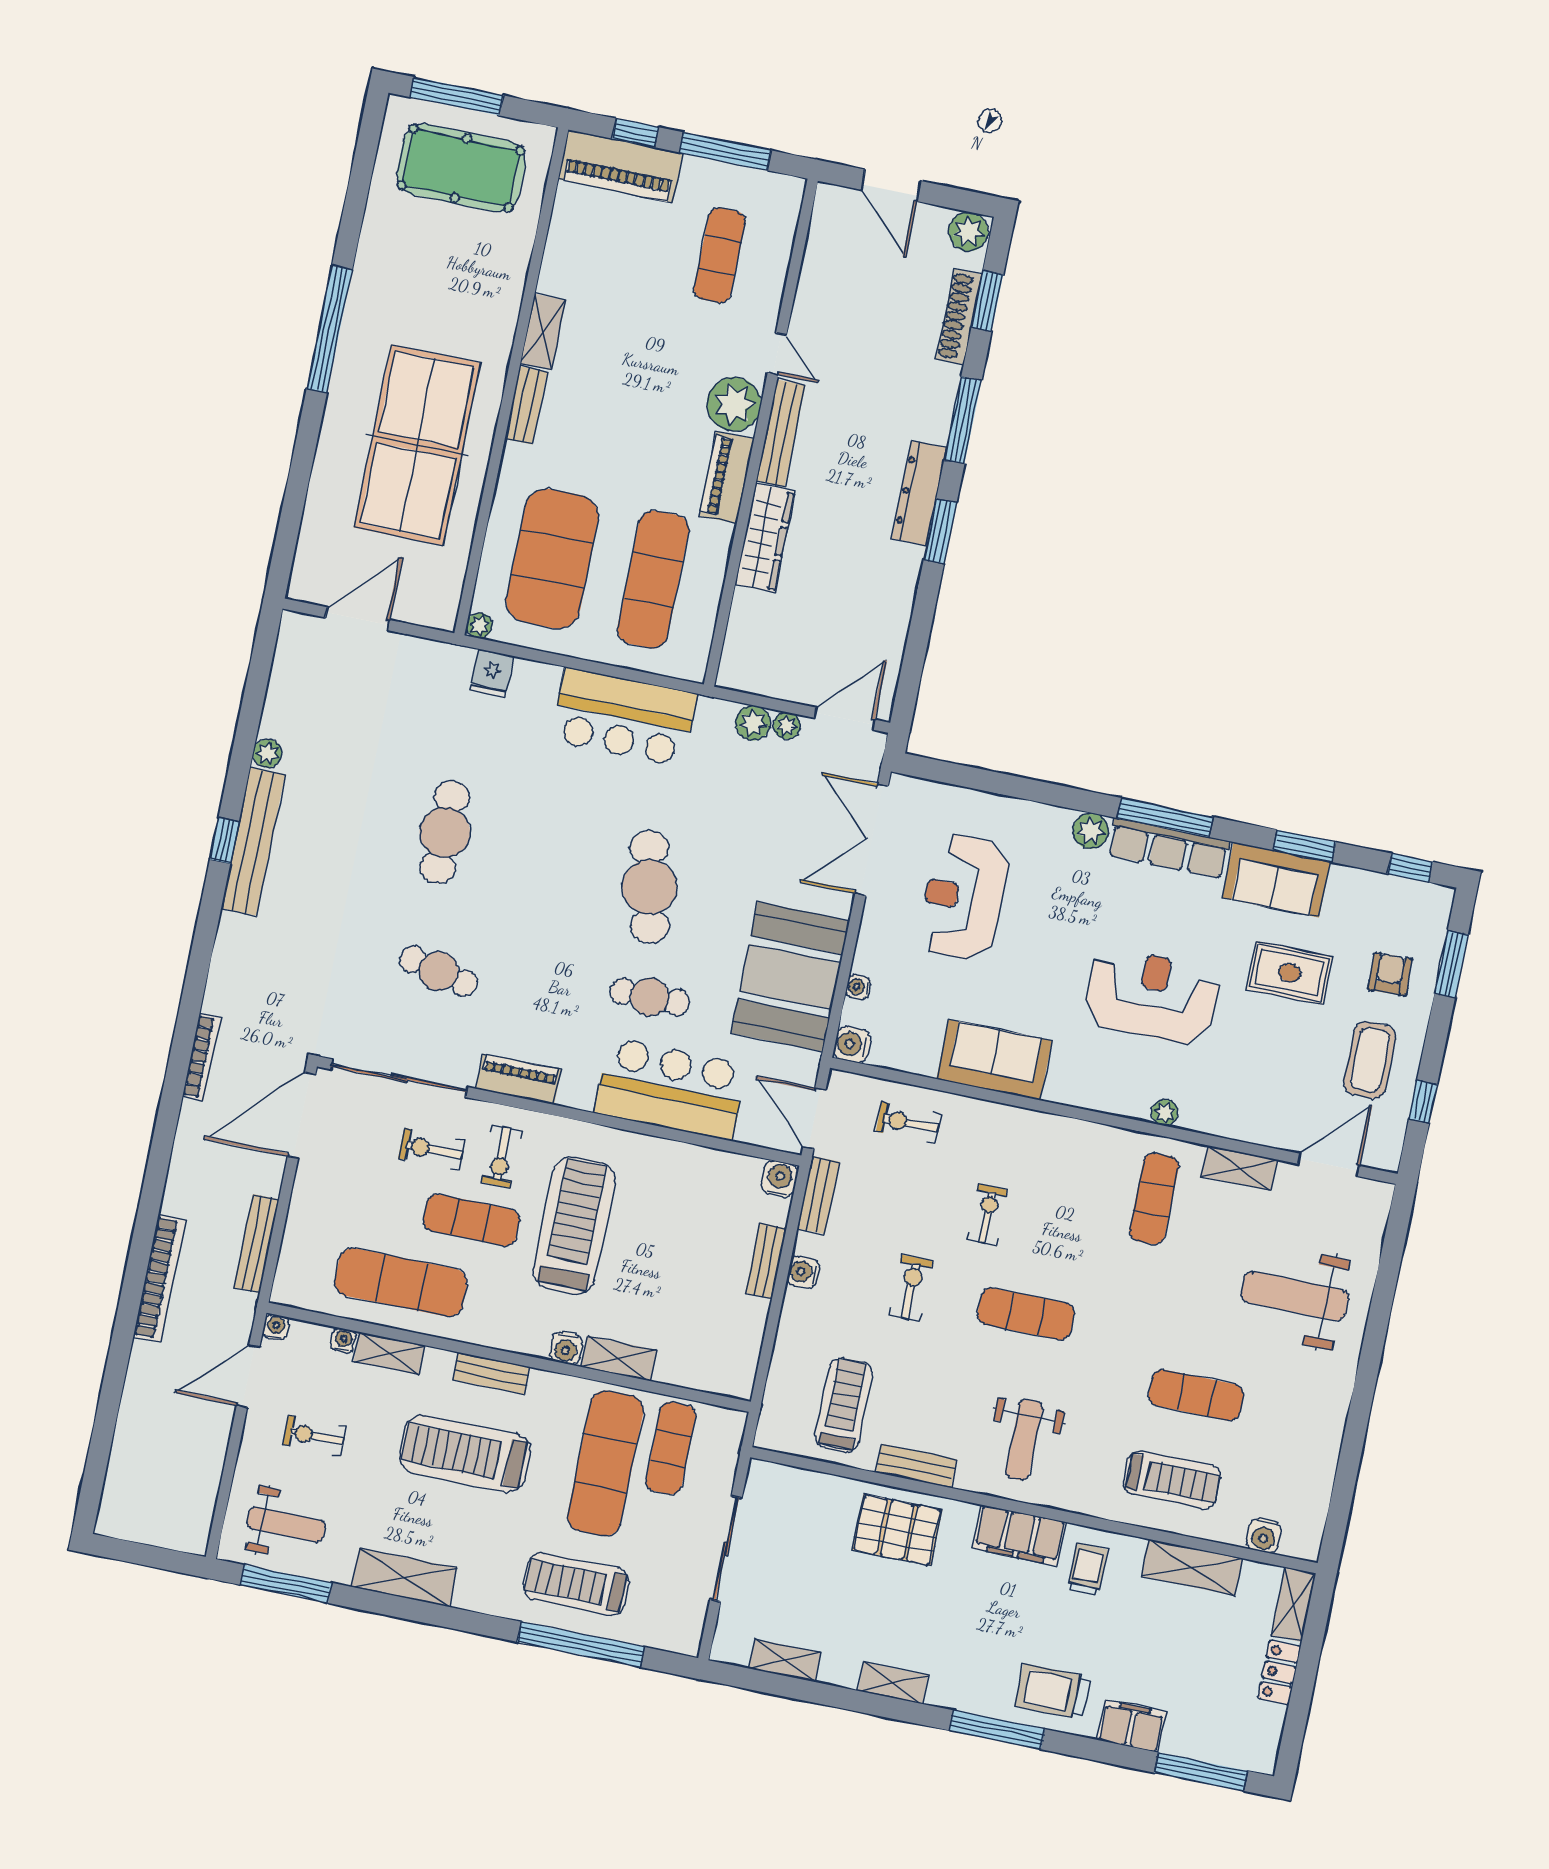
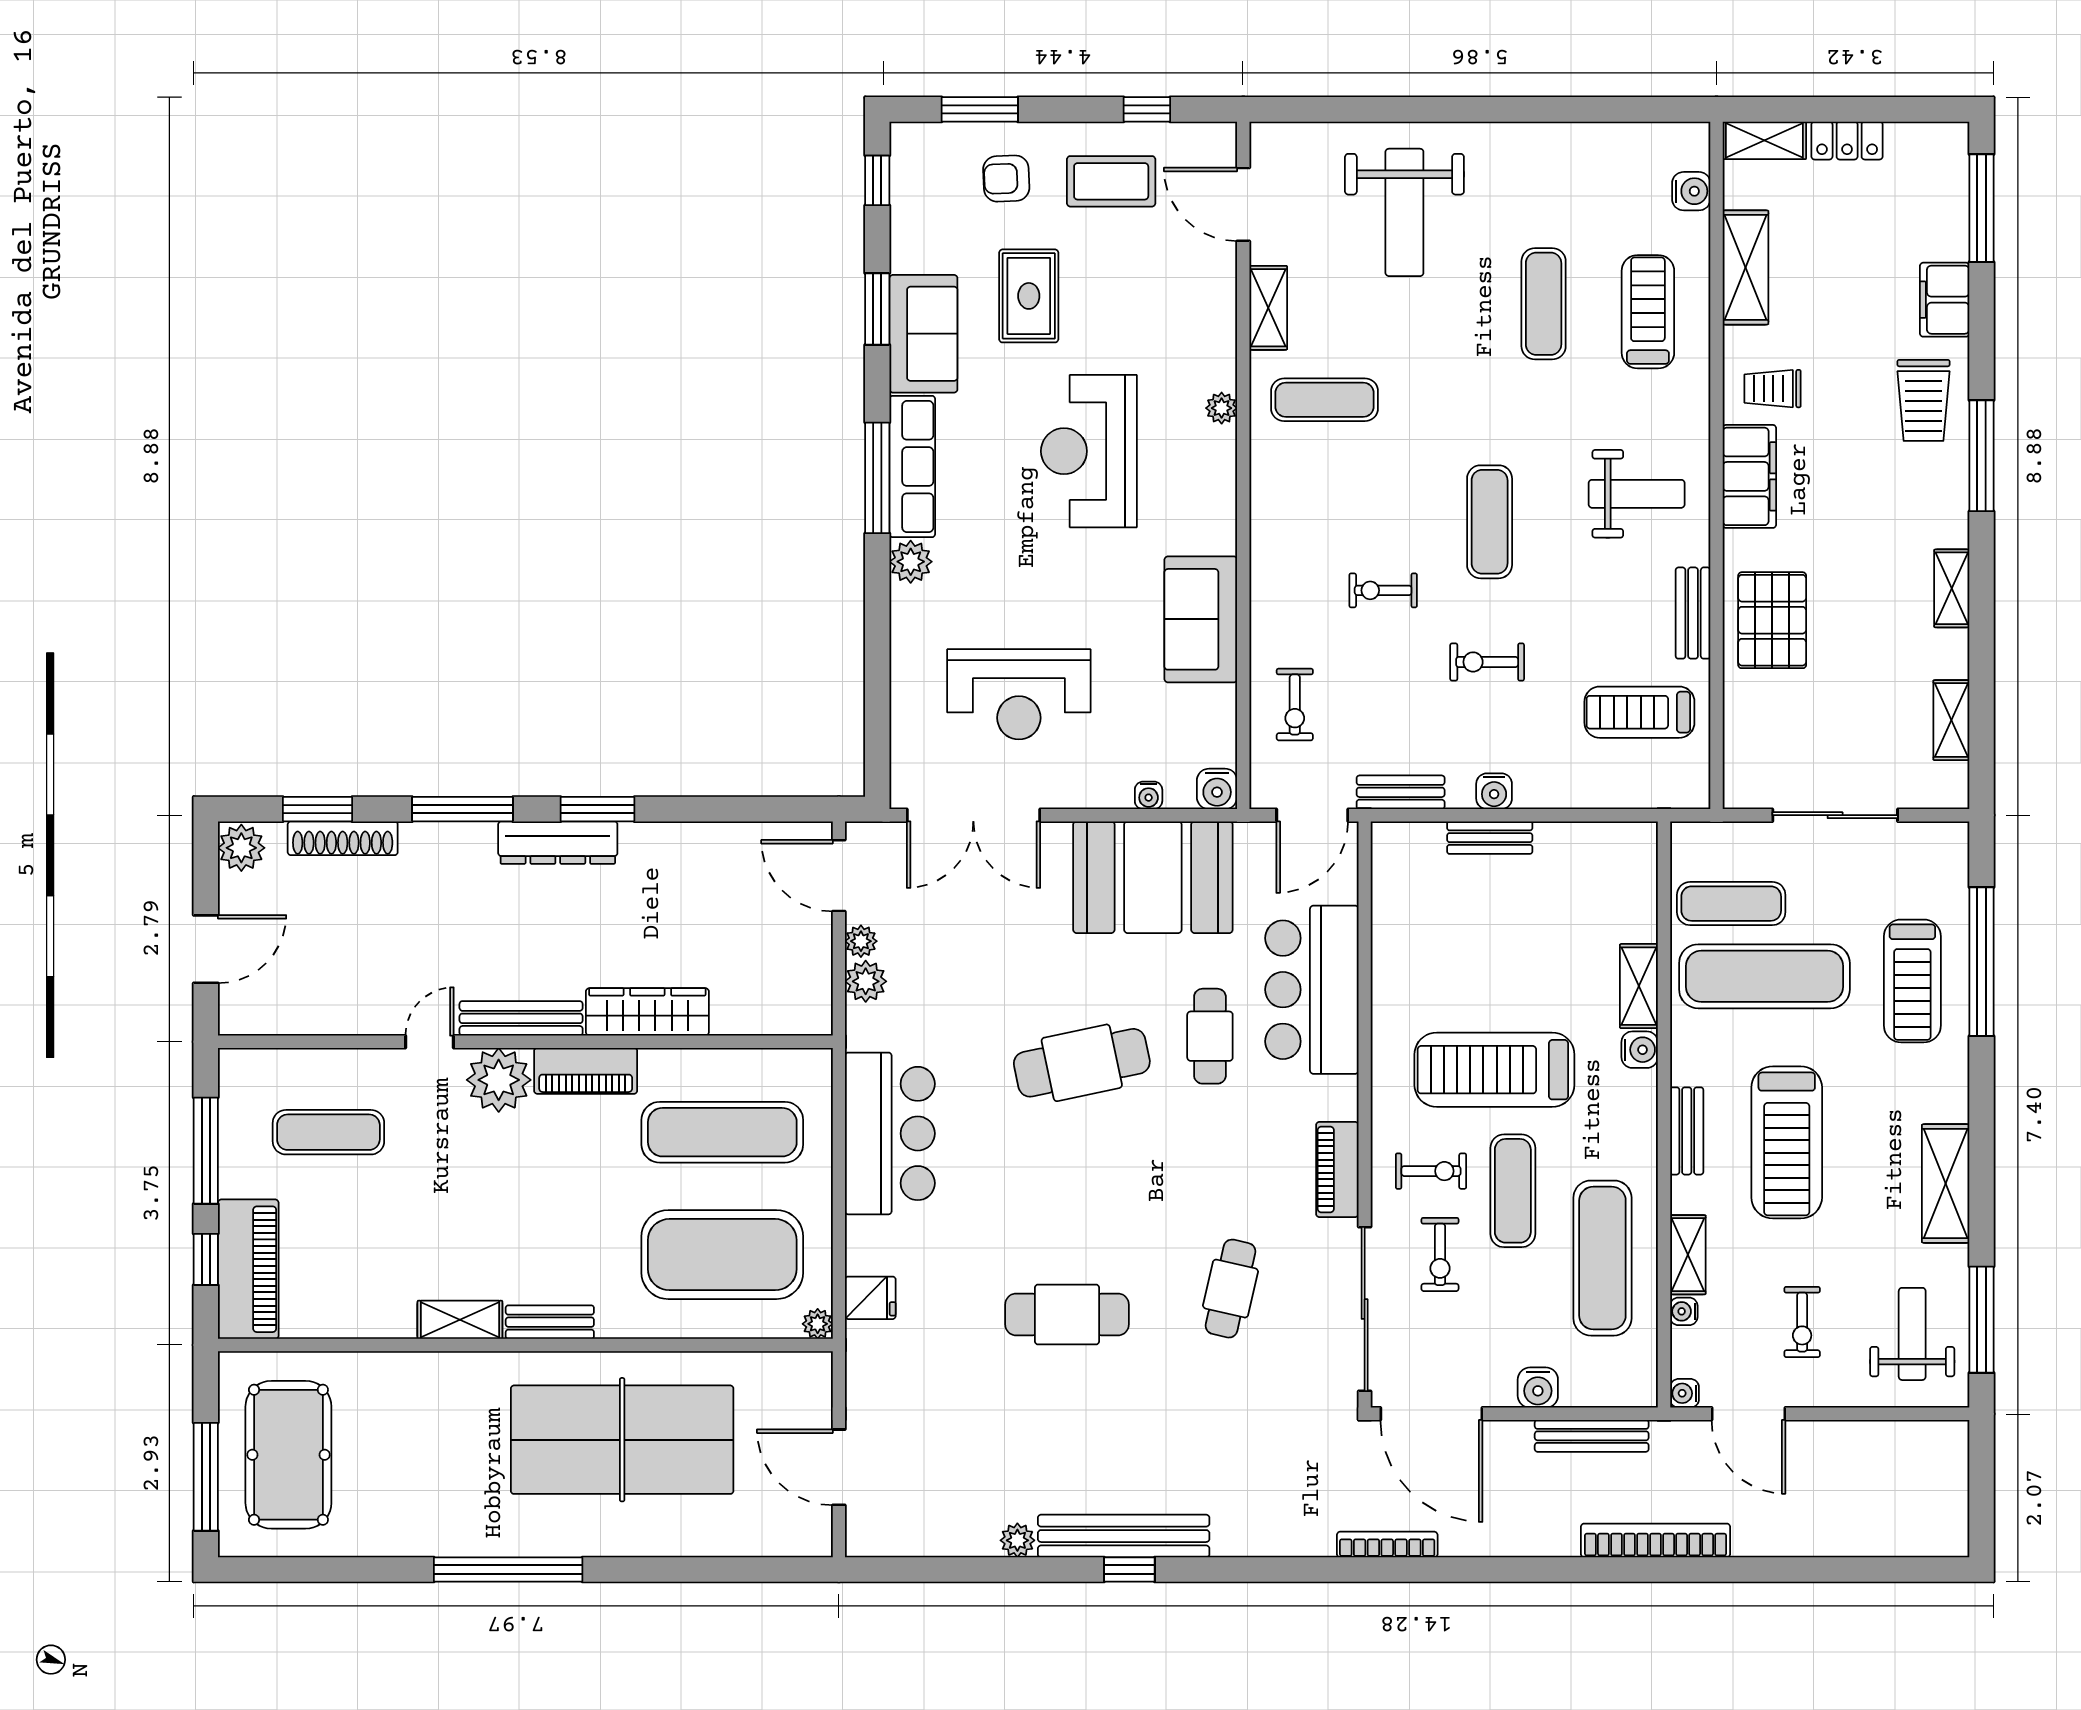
water cooler: (780, 1179) -> (1538, 1388), moved, turned -90

